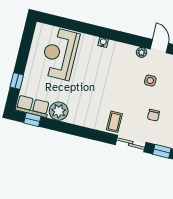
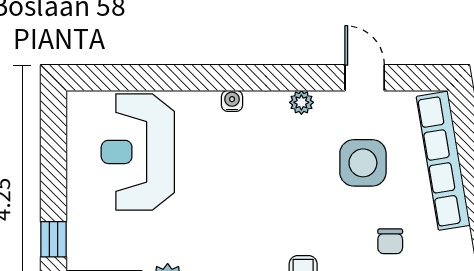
plant: (142, 52) -> (301, 102), moved
side table: (150, 81) -> (363, 163), width x1.87, depth x1.87

